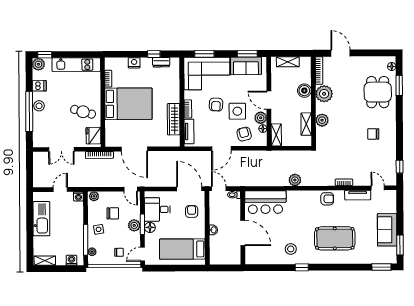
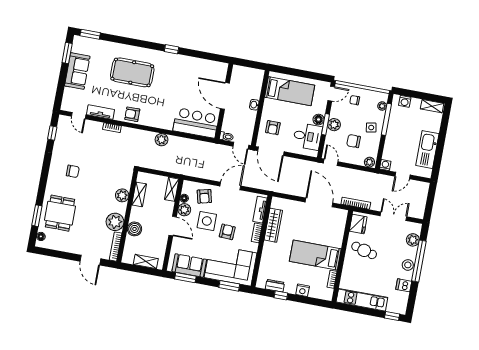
plant: (38, 64) -> (413, 240), moved
bed: (128, 104) -> (315, 255), width x0.67
stool: (291, 249) -> (179, 70), removed

